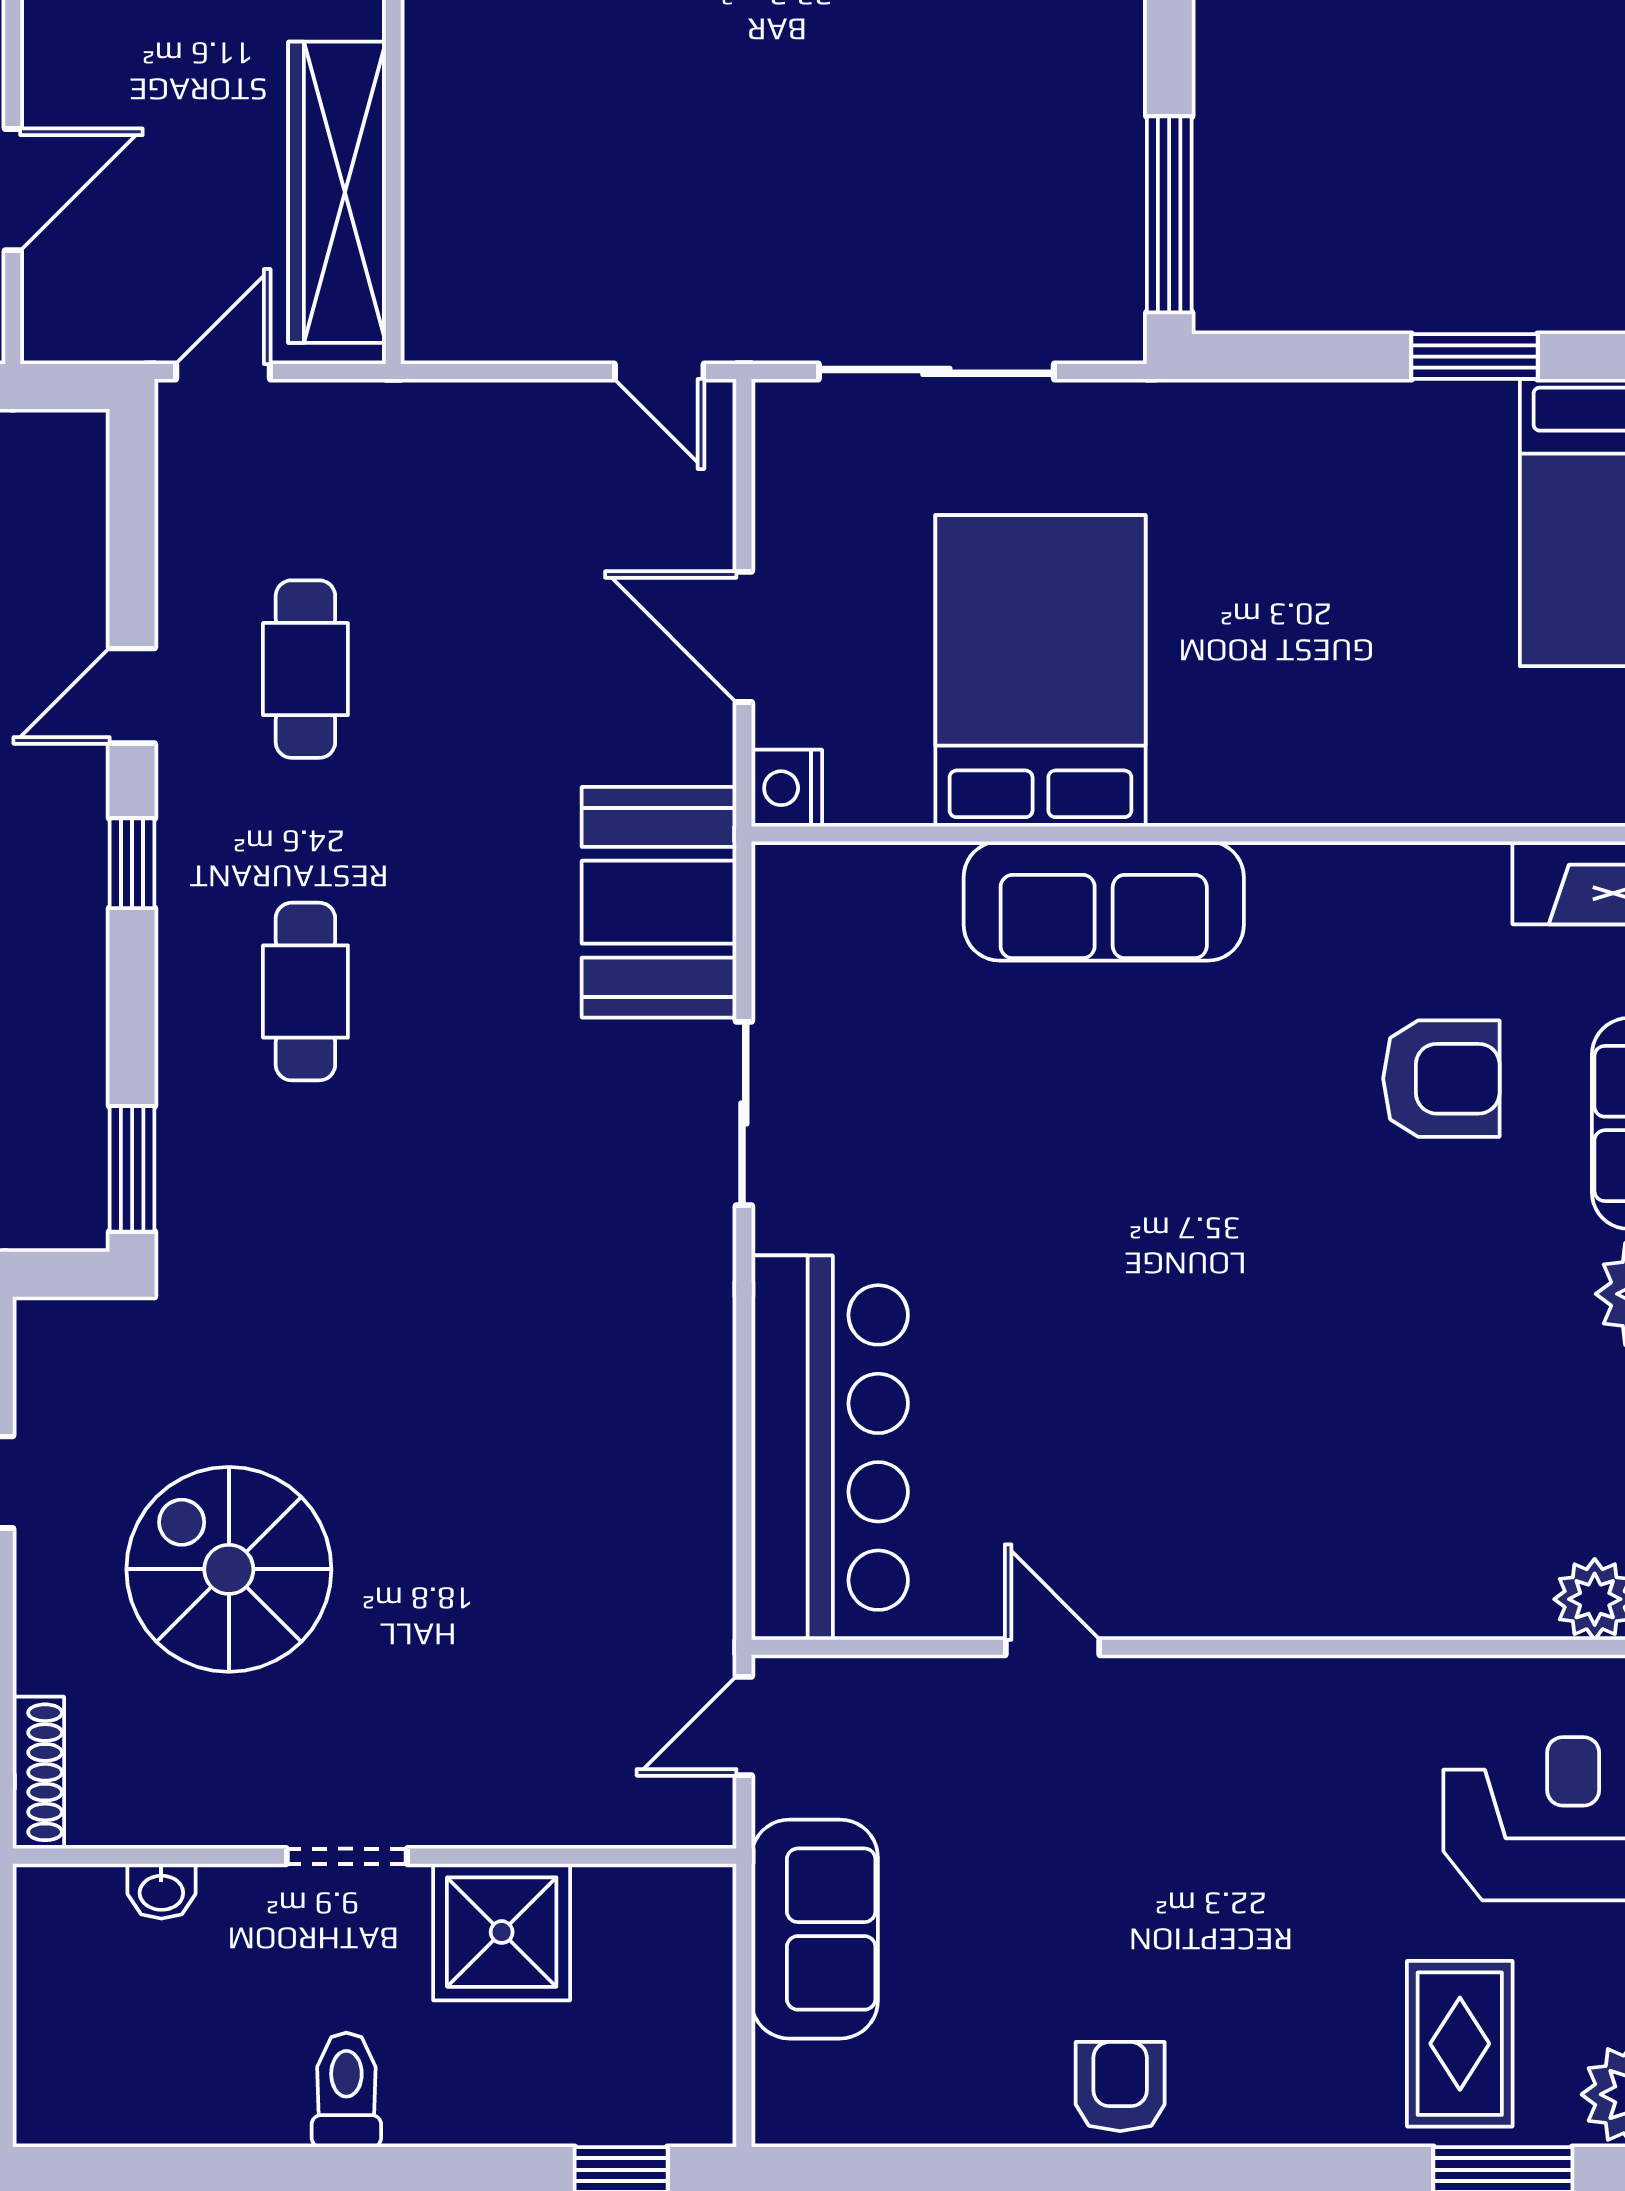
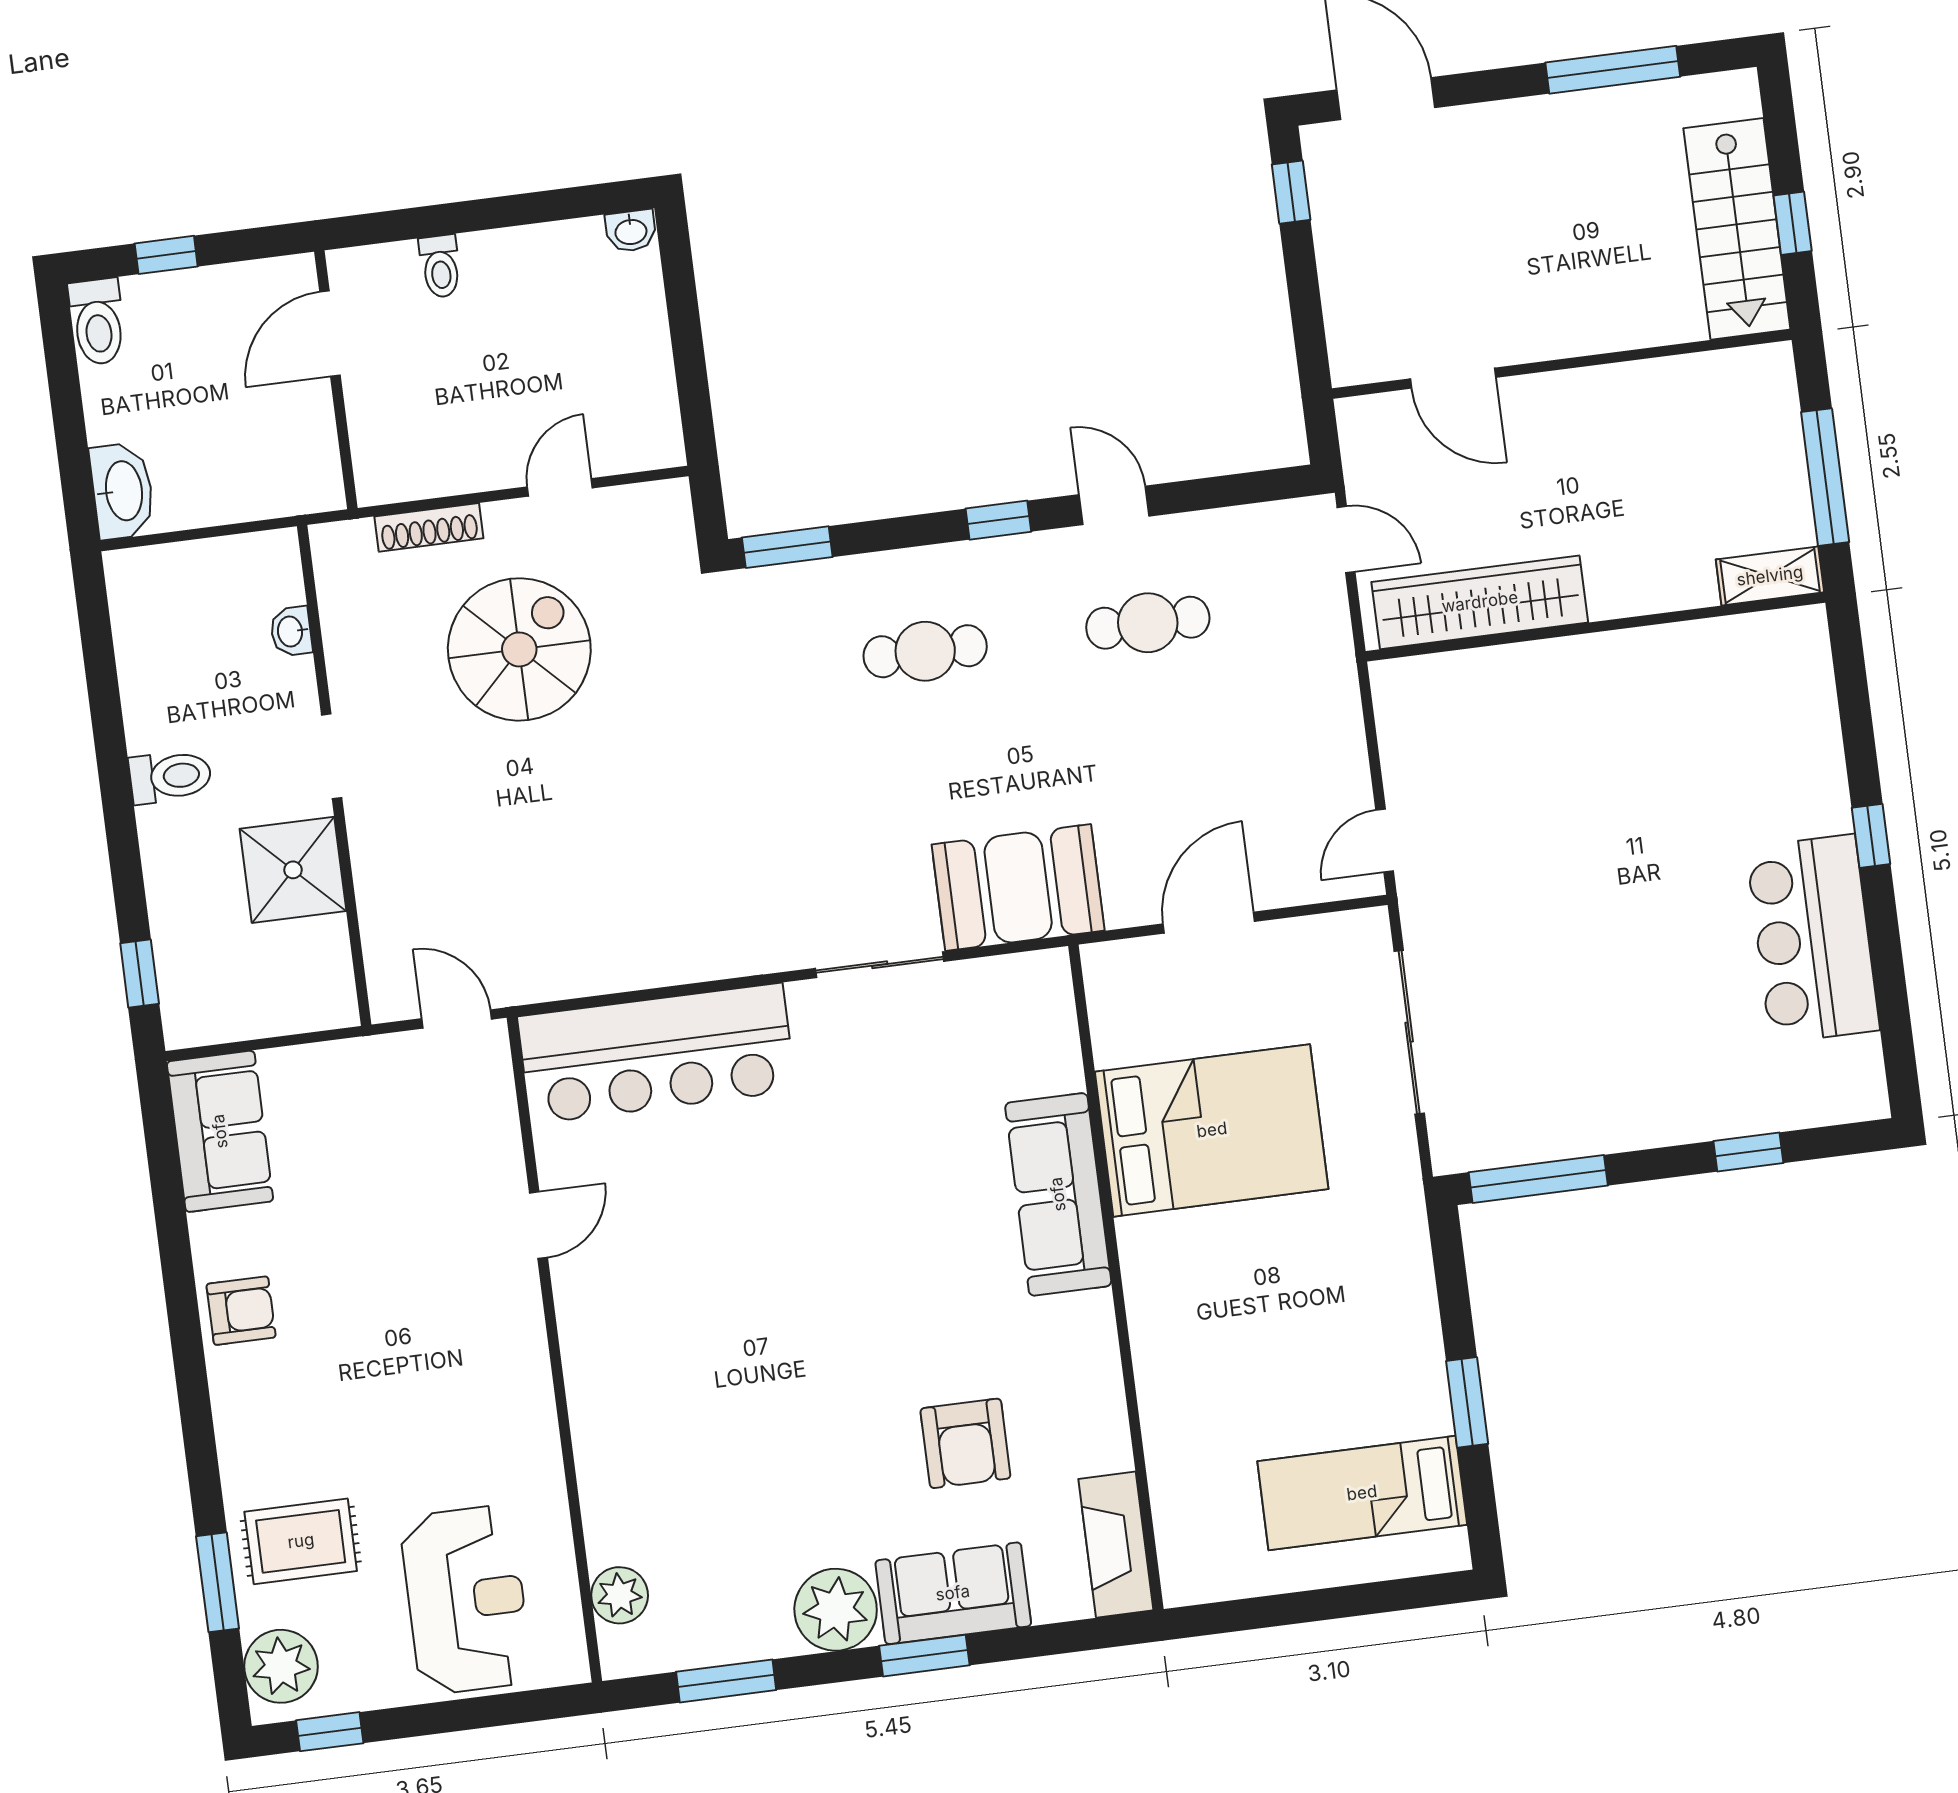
nightstand: (787, 788) -> (1108, 966), removed
shoe rack: (38, 1772) -> (429, 527), moved
sofa: (815, 1929) -> (220, 1131), moved, turned -90

